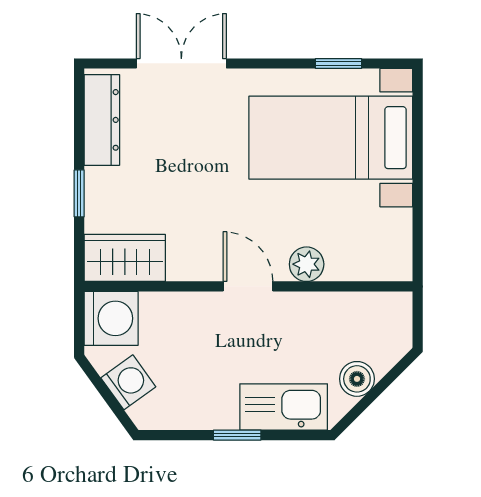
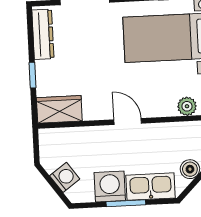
plant: (307, 264) -> (187, 106), moved
washing machine: (111, 318) -> (110, 187), moved, turned -90
window: (237, 435) -> (126, 203), width x1.50

